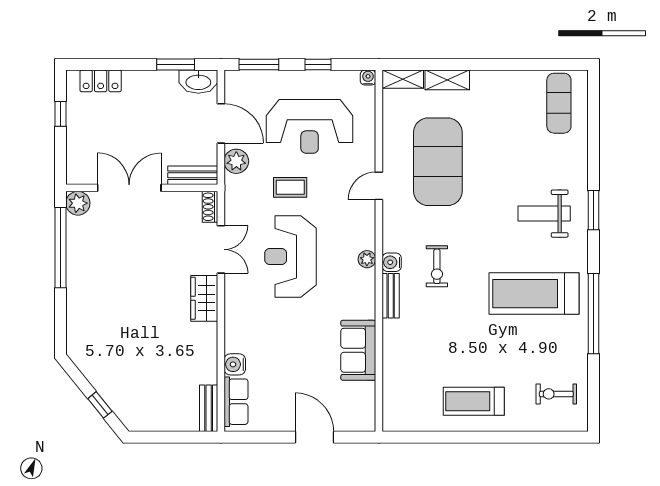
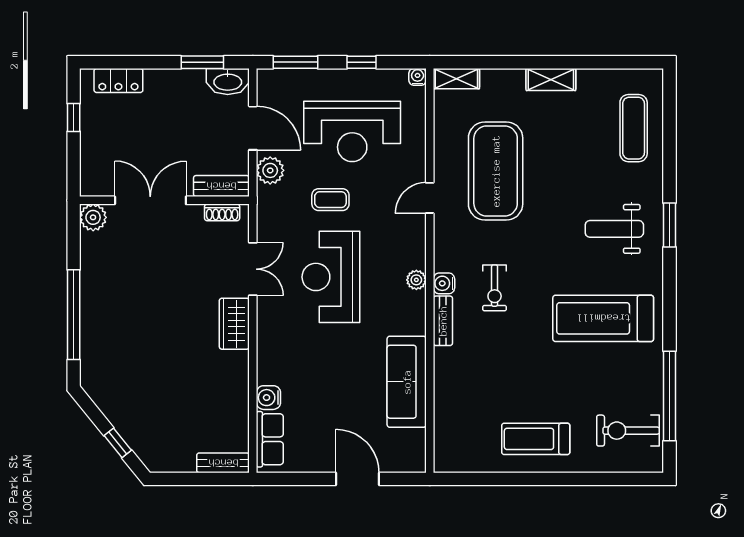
shelving: (447, 80) -> (551, 79), moved
exercise mat: (559, 103) -> (634, 128), moved
shoe rack: (210, 207) -> (222, 212), moved, turned -90
window: (60, 248) -> (74, 315), moved
window: (593, 314) -> (670, 396), moved
sofa: (358, 350) -> (407, 382), width x1.36
exercise bike: (556, 394) -> (628, 431), width x1.38, depth x1.39
bench: (209, 408) -> (223, 463), moved, turned 90

